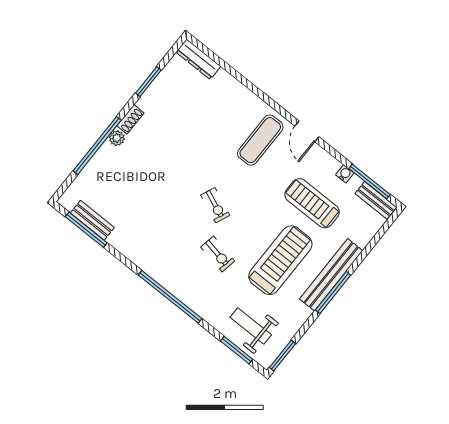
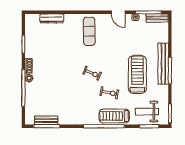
dresser: (198, 59) -> (52, 18), moved
door: (307, 131) -> (118, 12), moved
treadmill: (312, 203) -> (114, 116), moved

